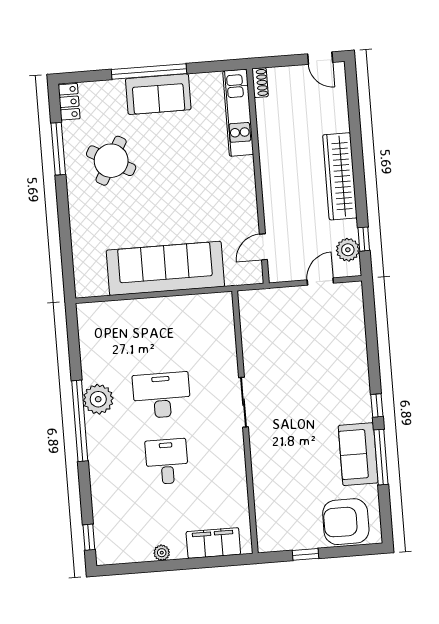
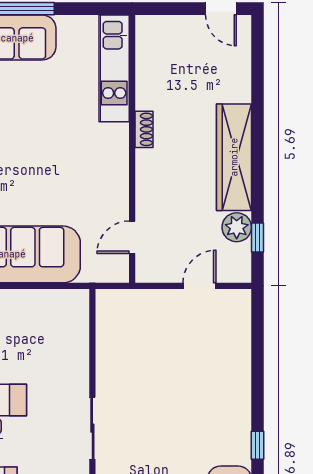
shoe rack: (260, 83) -> (144, 129), moved
plant: (348, 250) -> (237, 227), moved

